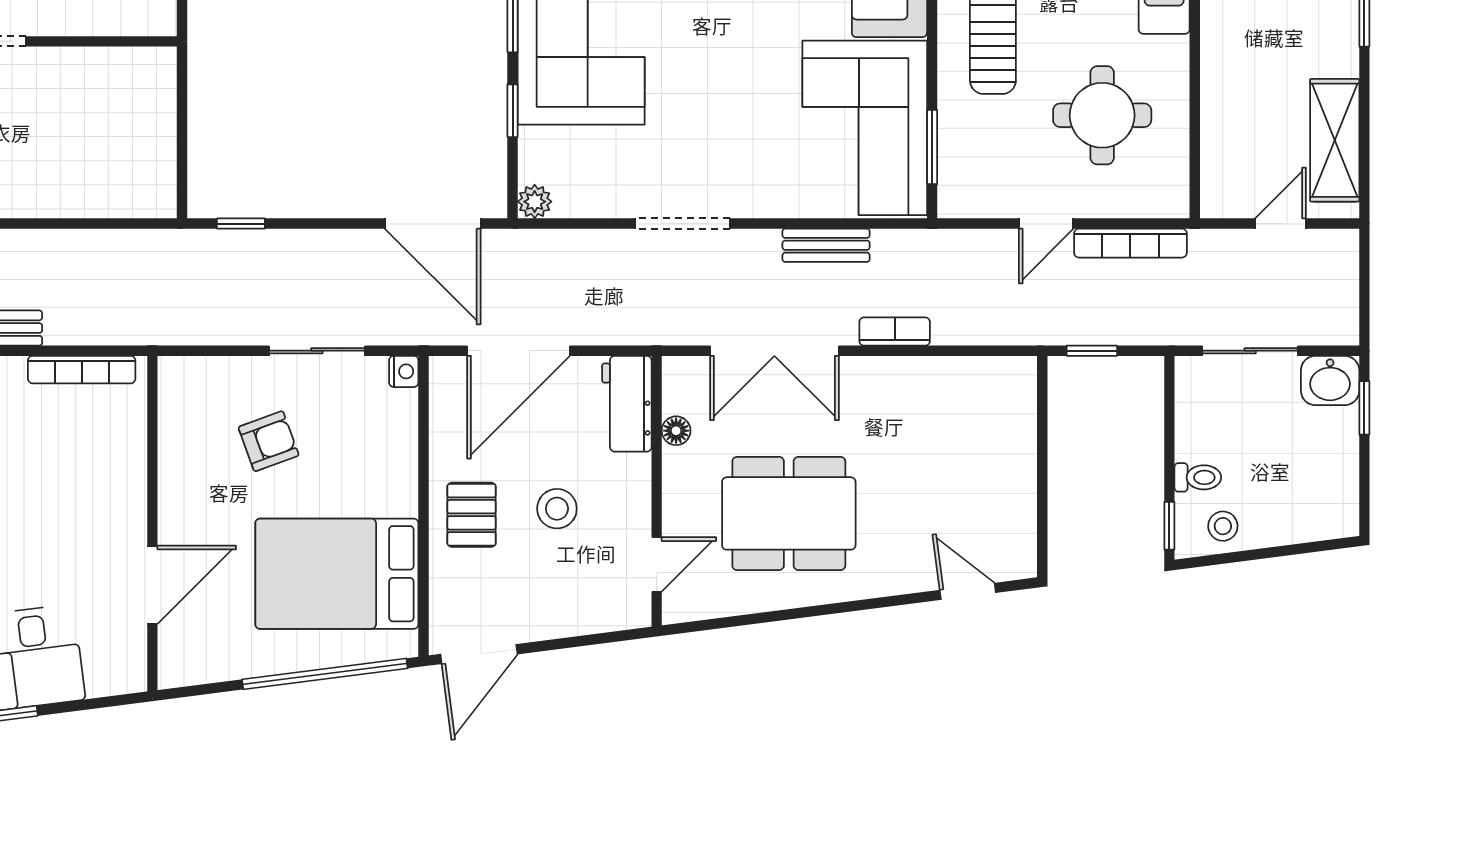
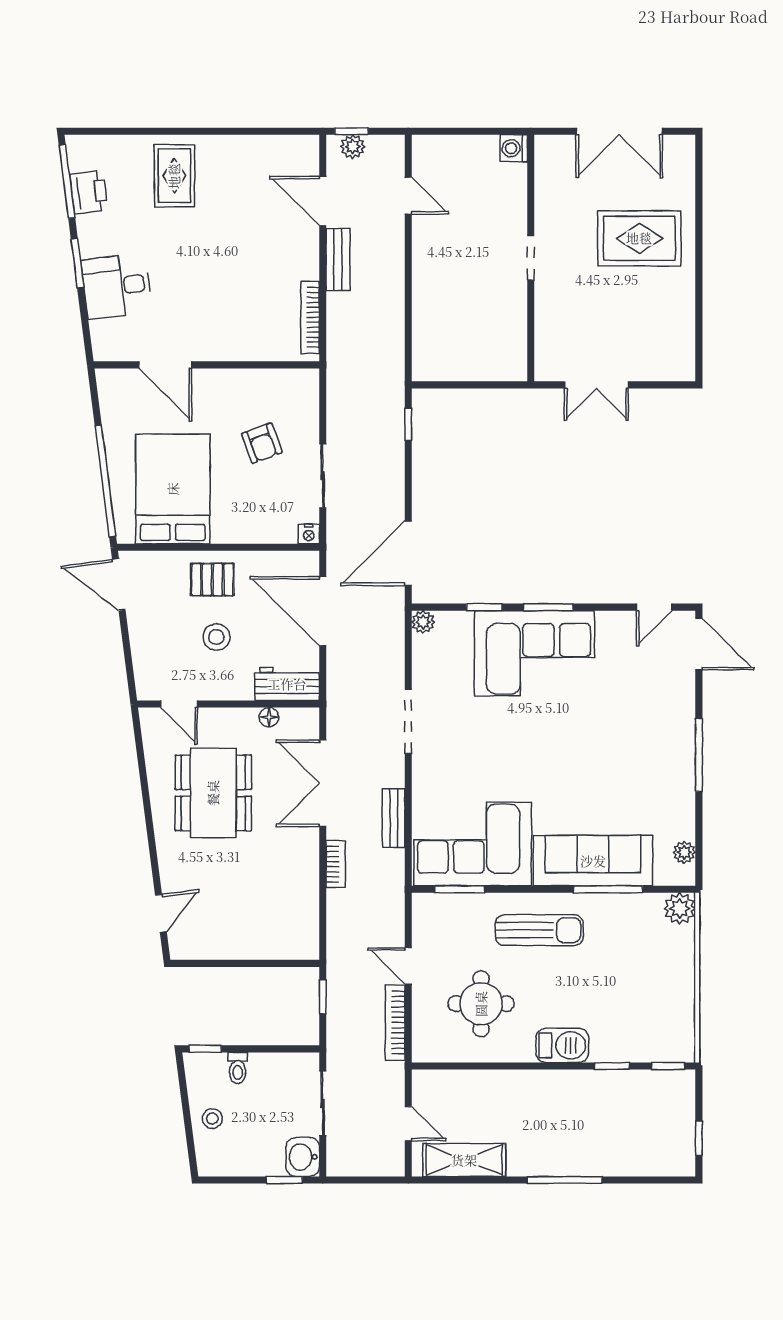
stool: (1223, 526) -> (212, 1119), moved

